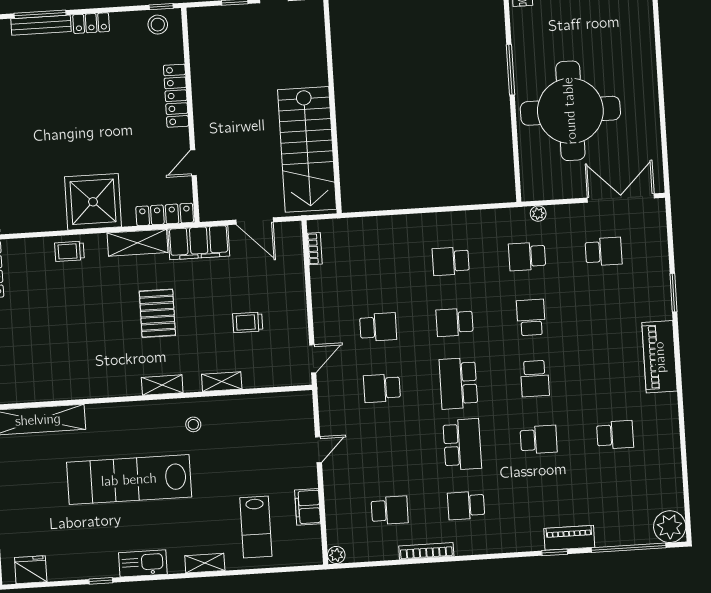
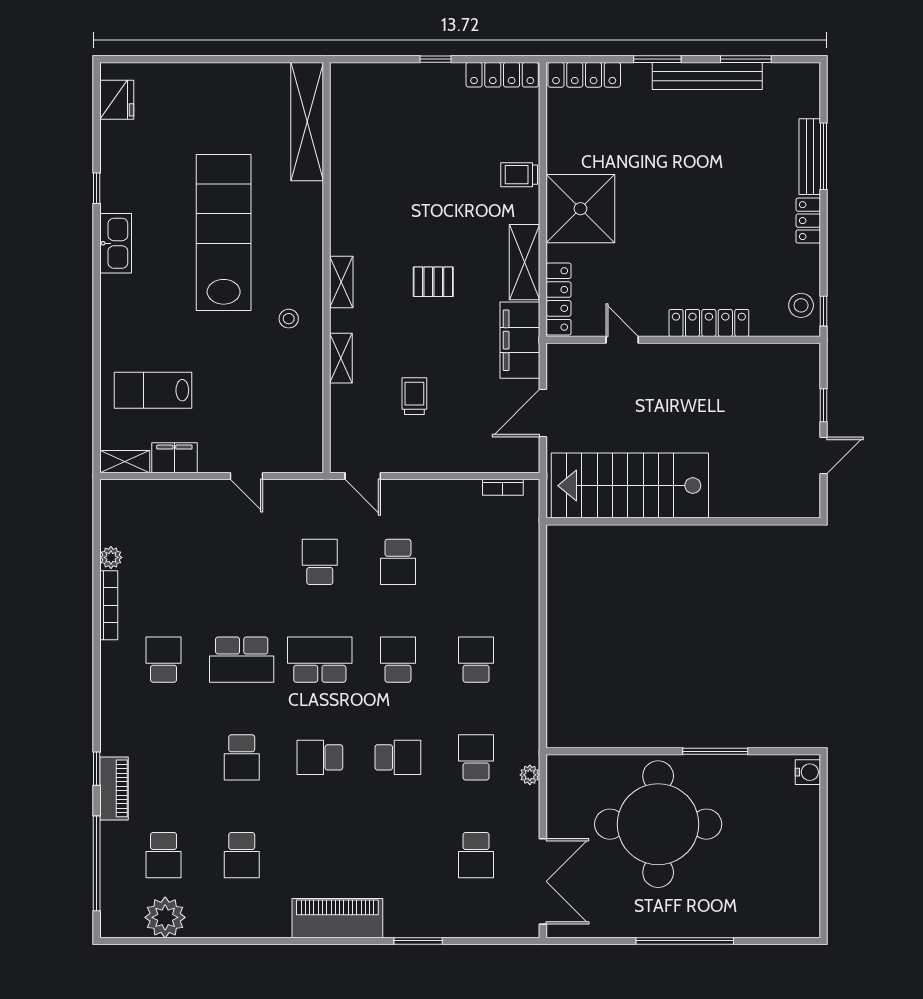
window: (660, 84) -> (685, 941), added
trolley: (69, 251) -> (519, 175), turned -90
pallet: (157, 313) -> (433, 282), width x0.67, depth x0.71
school desk: (390, 510) -> (164, 855), moved
plant: (670, 527) -> (165, 917), moved
plant: (336, 555) -> (111, 557), moved
shelving: (205, 563) -> (125, 462), moved, turned 90

